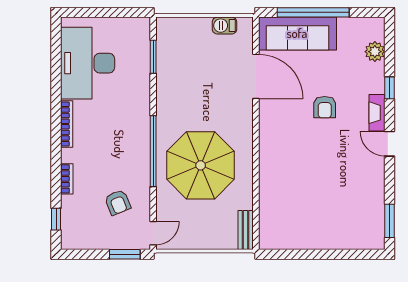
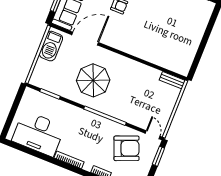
barbecue: (225, 26) -> (51, 46), width x1.88, depth x1.53
parasol: (201, 165) -> (93, 80), moved, width x0.73, depth x0.73
armchair: (118, 202) -> (127, 148), width x1.88, depth x1.88

